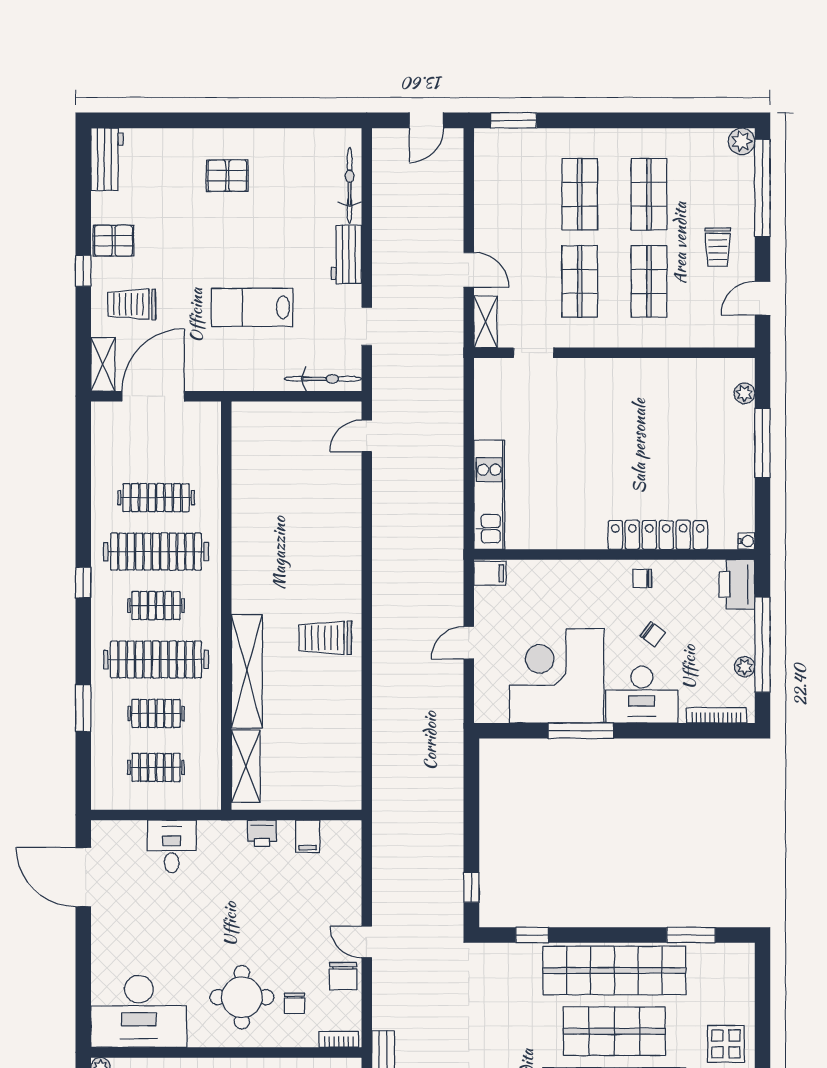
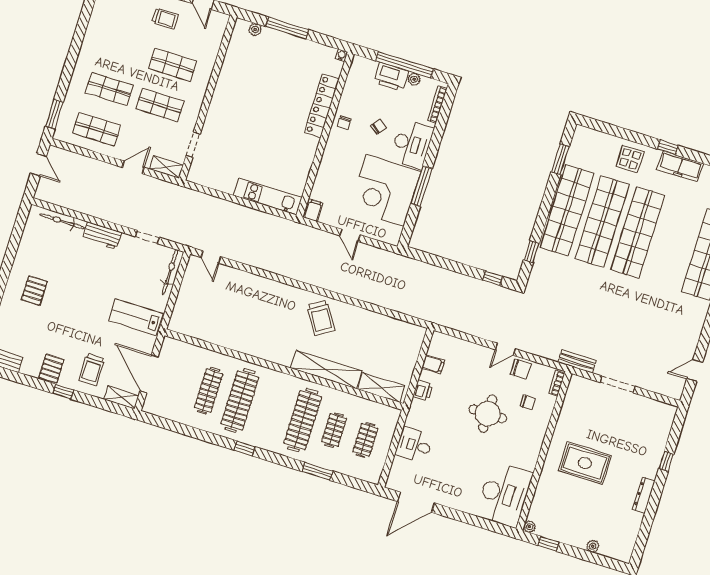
shop shelf: (649, 194) -> (97, 129), moved
lab bench: (252, 307) -> (136, 317), moved, turned 90
printer: (737, 584) -> (391, 77), moved
clothes rail: (156, 606) -> (271, 410), removed
trolley: (325, 638) -> (321, 318), turned -32
round table: (242, 997) -> (488, 414), moved
shop shelf: (614, 1031) -> (602, 221), width x1.40

